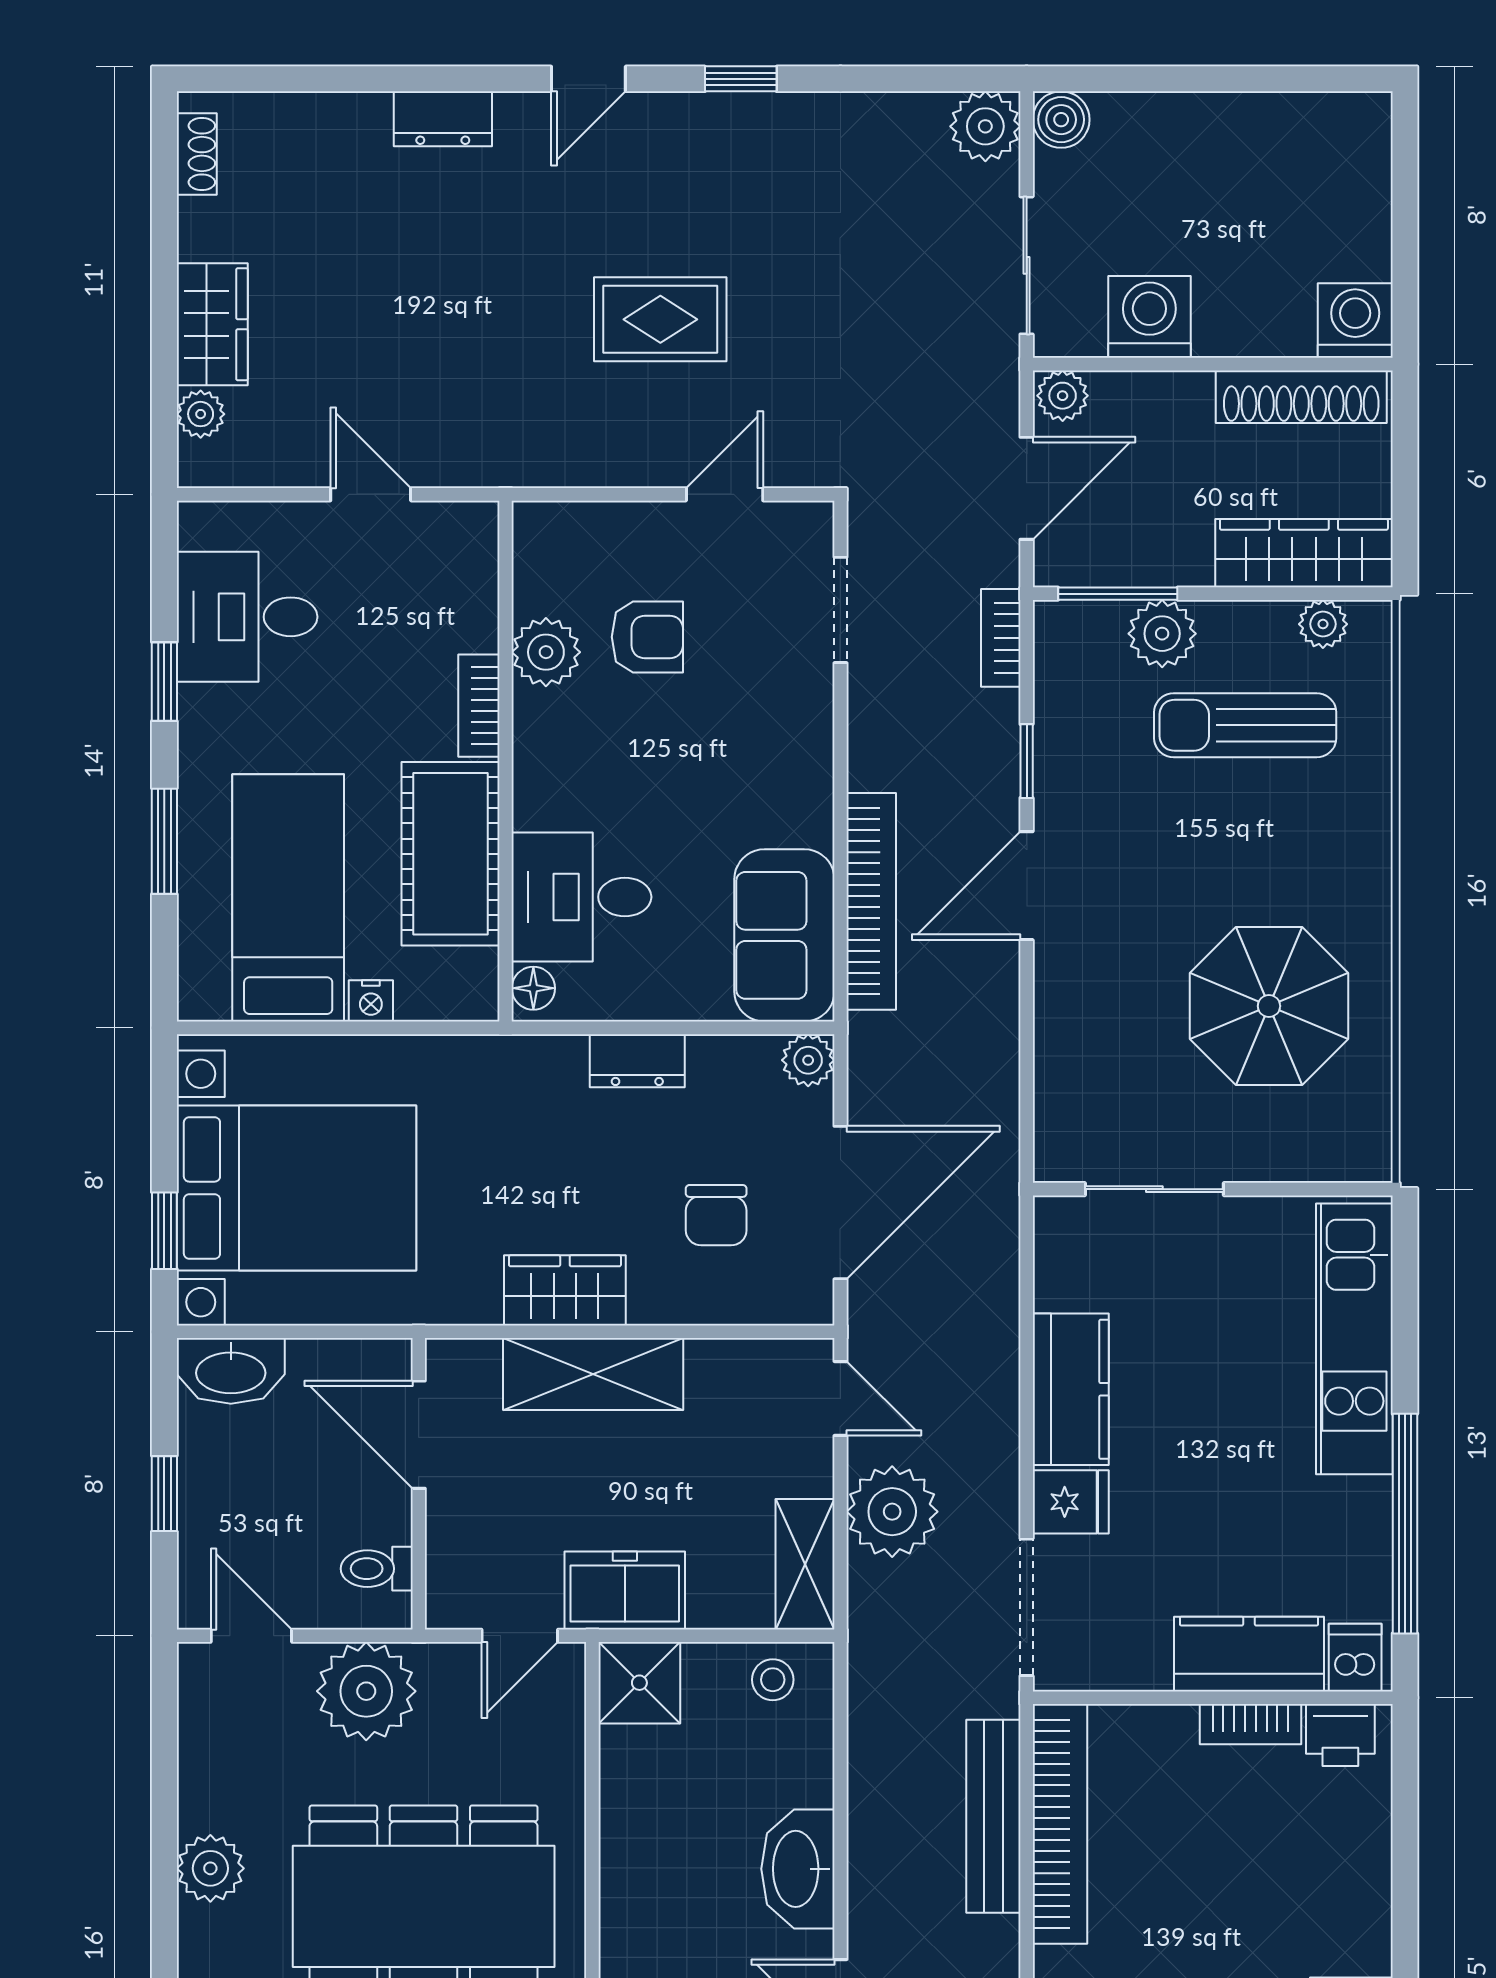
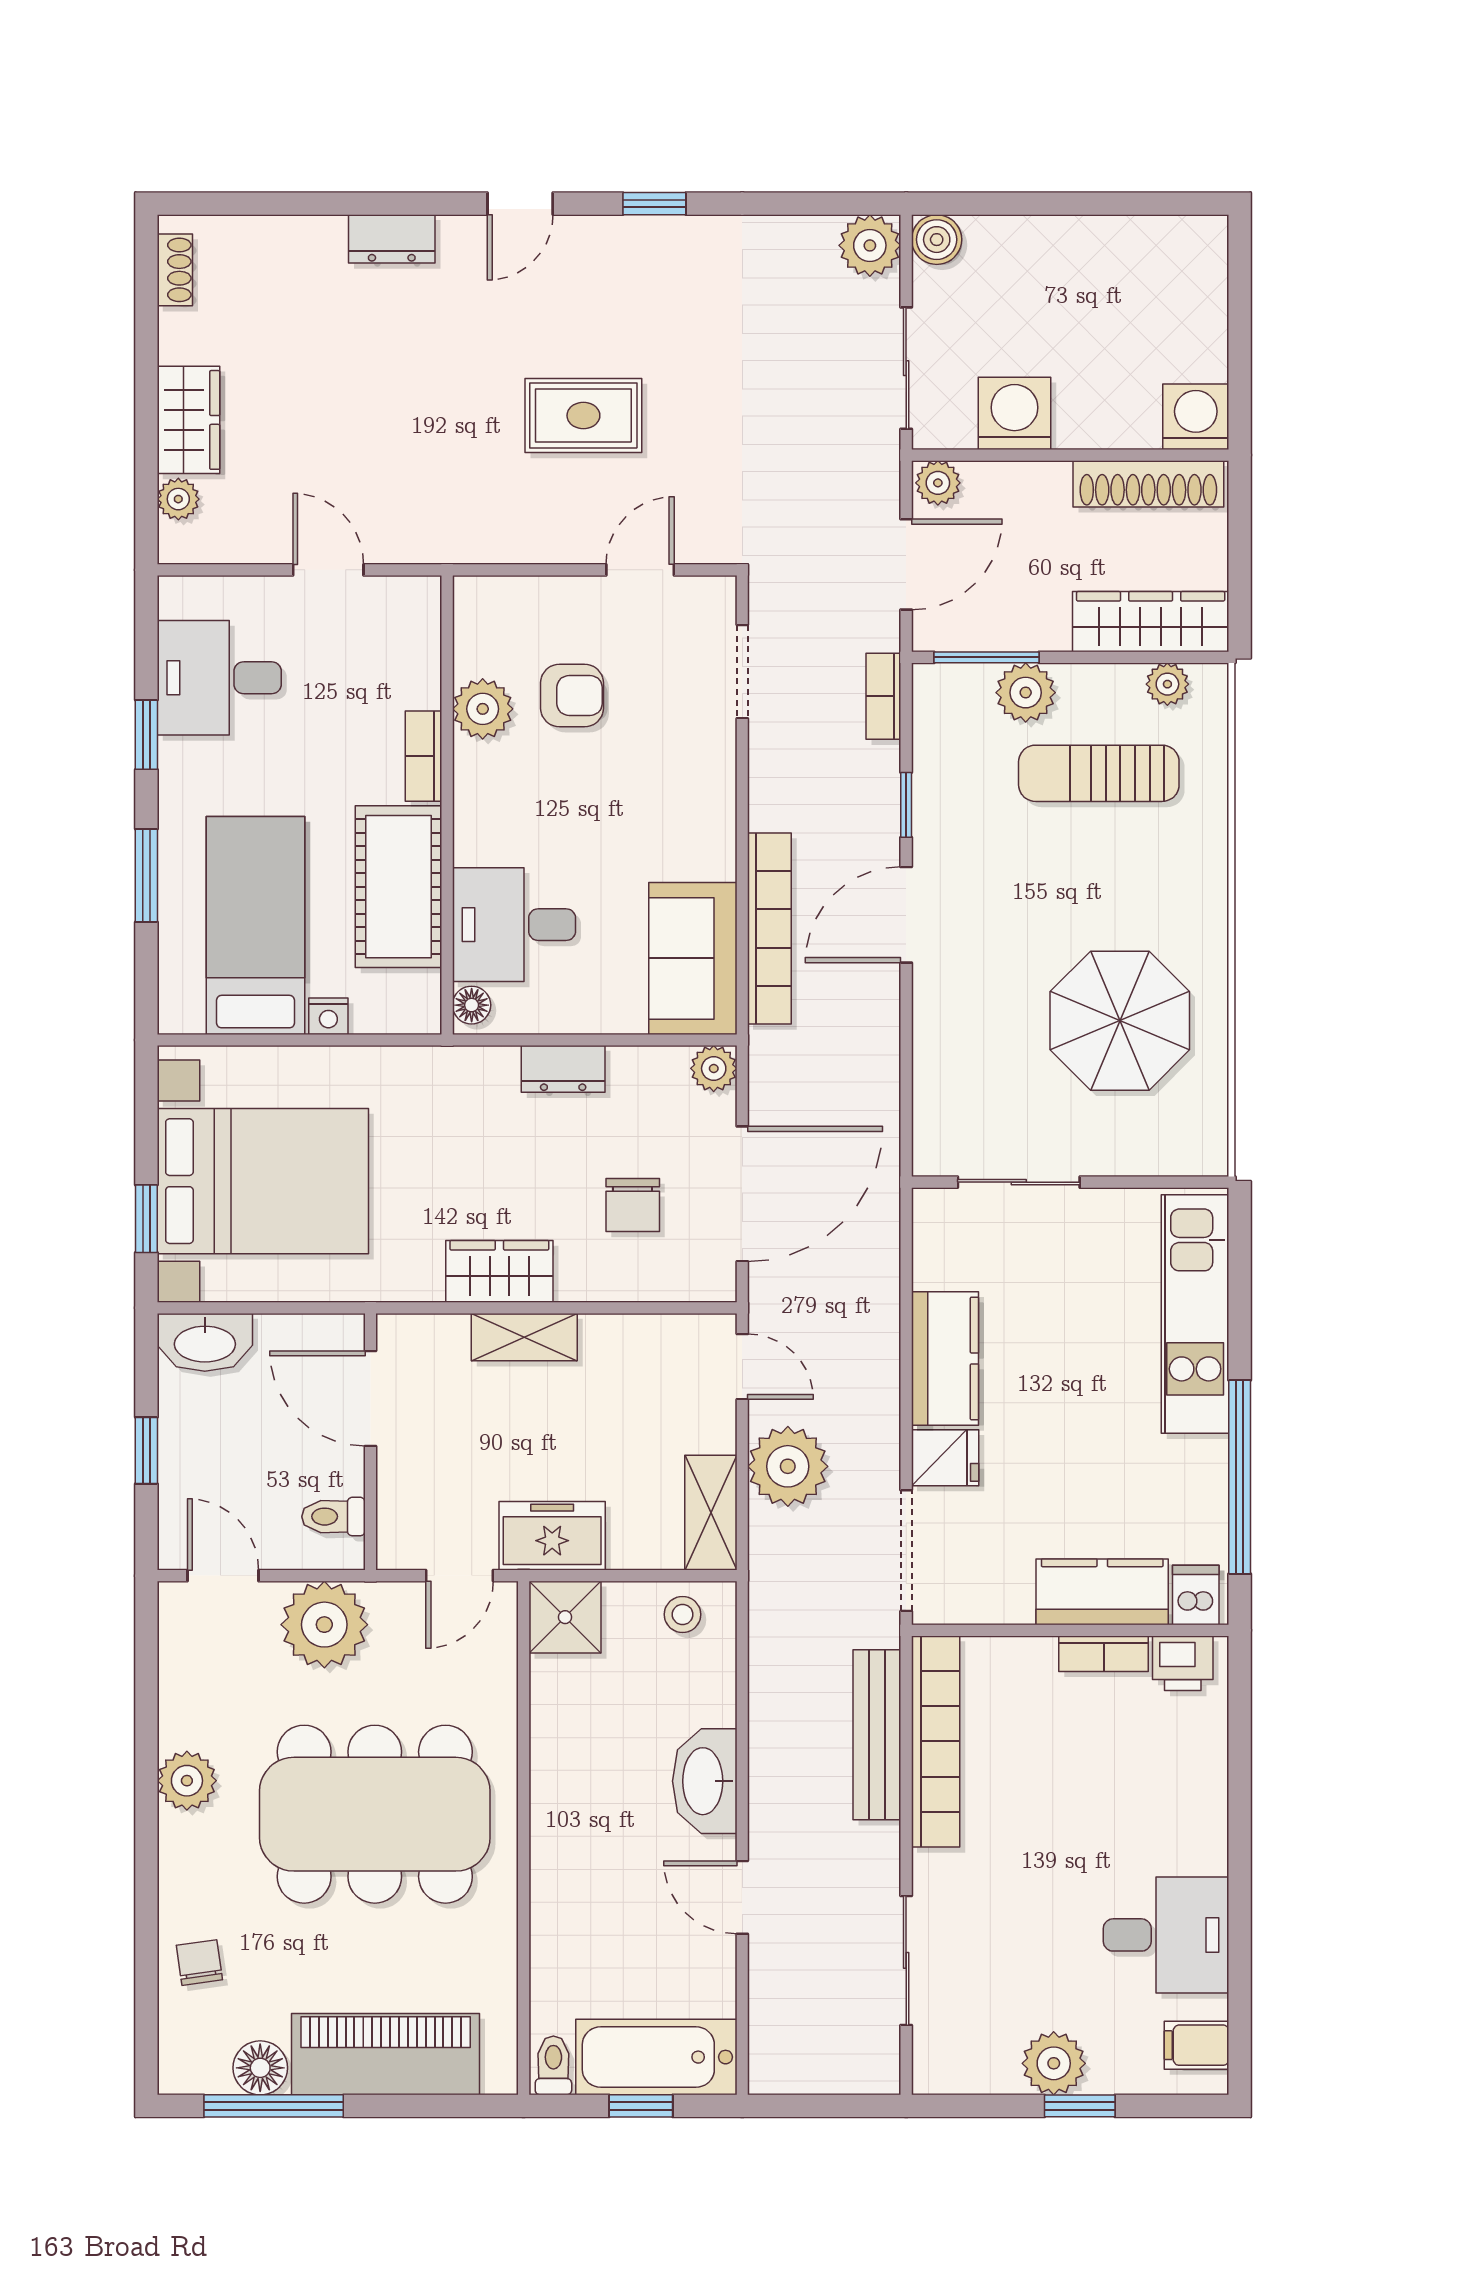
shelving: (593, 1374) -> (524, 1337), width x0.67, depth x0.75

